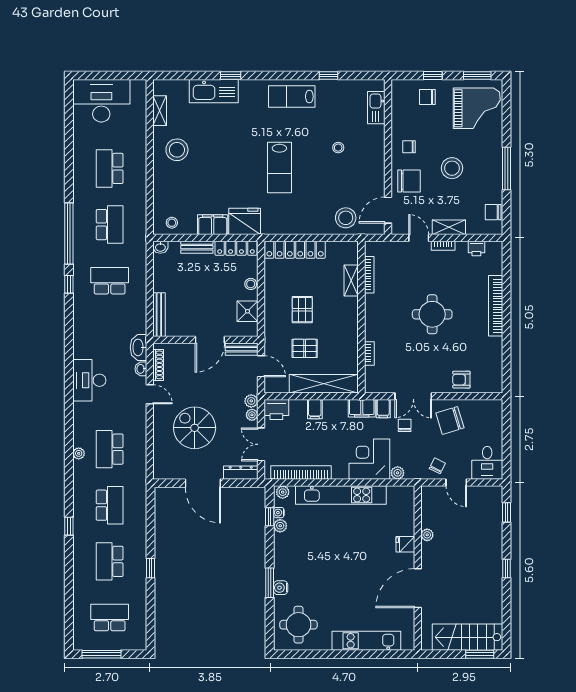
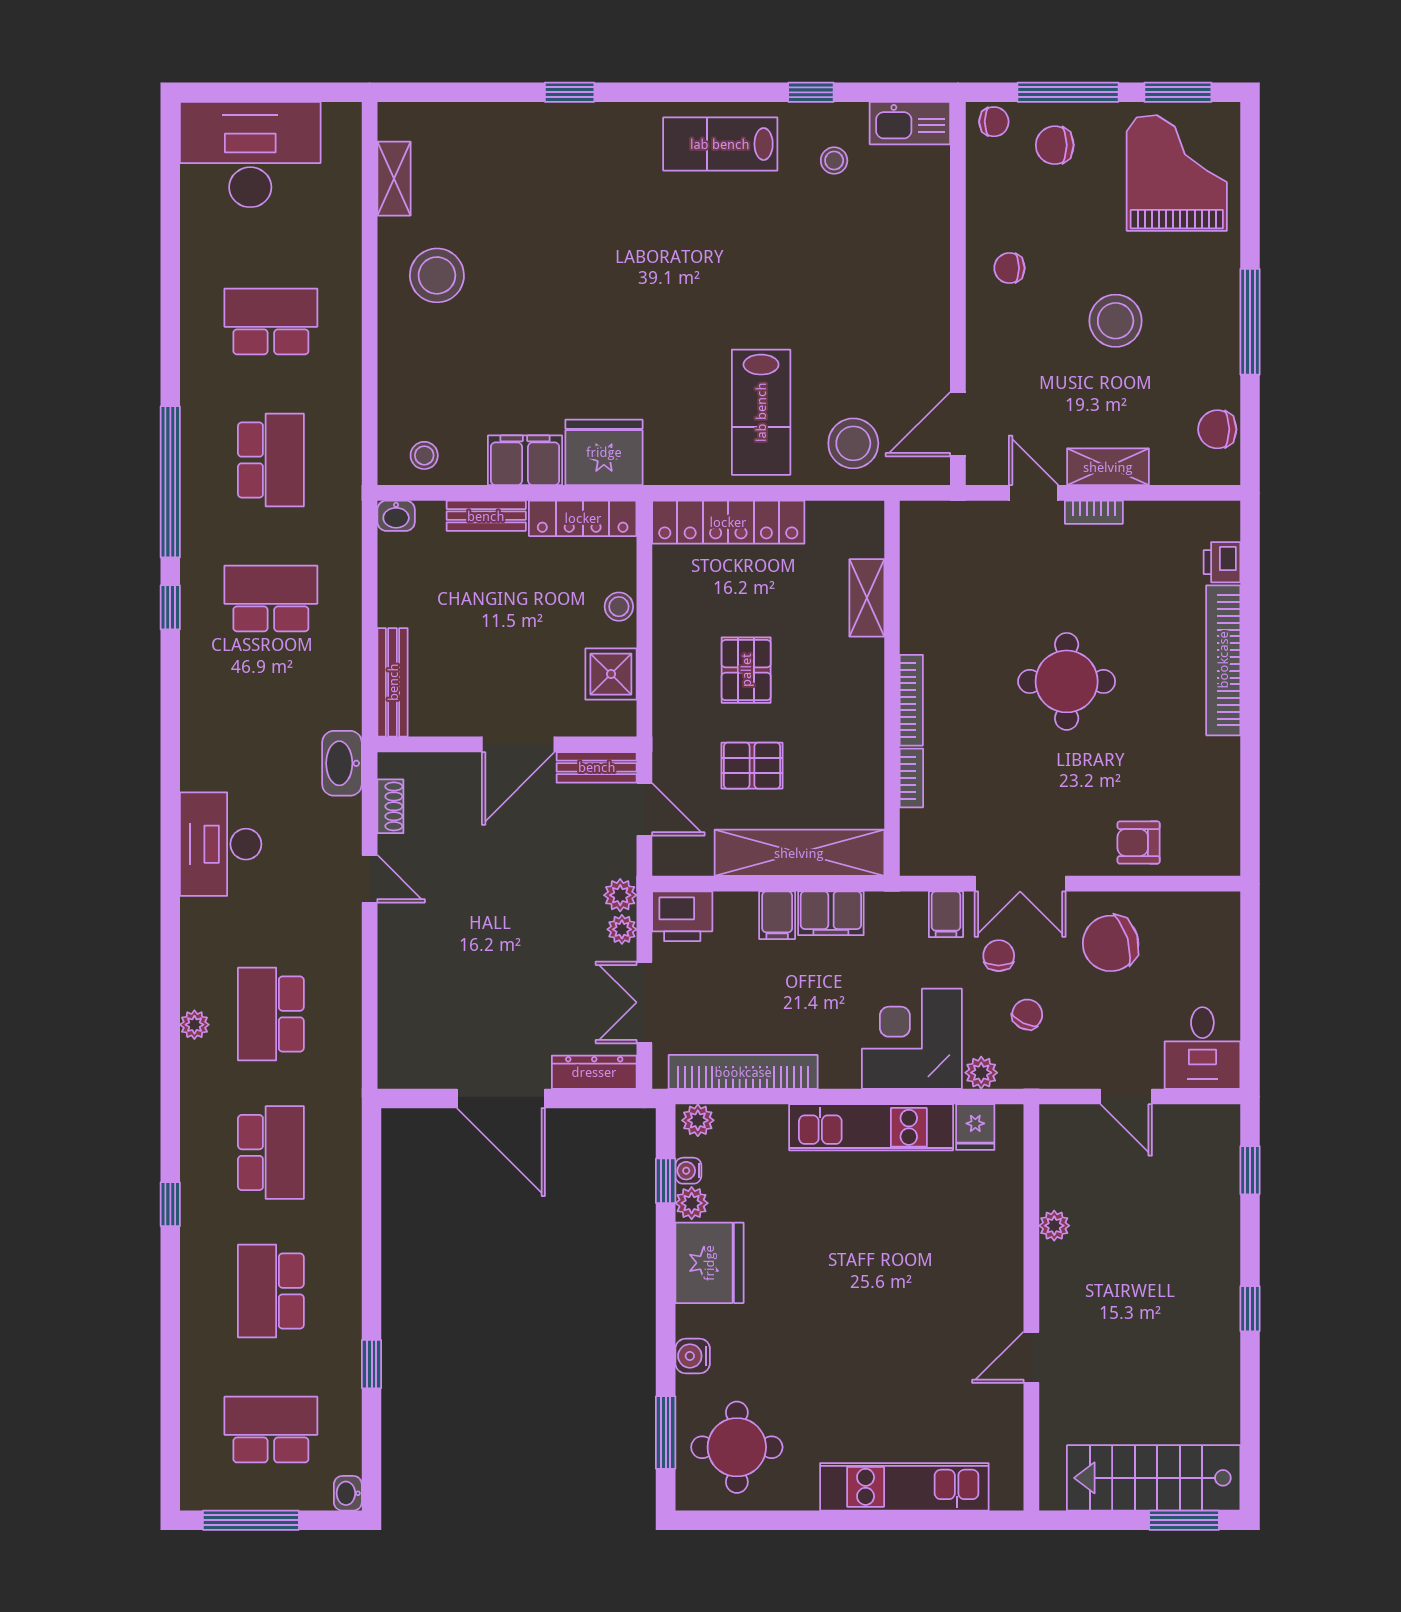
window: (433, 76) -> (1068, 92), width x2.17
kitchen sink: (214, 91) -> (528, 131), removed
kitchen sink: (376, 108) -> (910, 123), moved, turned -90
grand piano: (477, 108) -> (1177, 173), turned -90
stool: (338, 148) -> (834, 161), moved
school desk: (110, 168) -> (271, 321), turned 90
lab bench: (279, 168) -> (761, 412), moved
chair: (409, 181) -> (994, 122), moved, width x0.54, depth x0.54
printer: (476, 248) -> (1222, 562), moved, turned 90
bookcase: (369, 275) -> (911, 700), moved
shoe rack: (158, 365) -> (390, 806), width x0.70
washbasin: (141, 369) -> (348, 1493), moved
filing cabinet: (362, 408) -> (831, 913), moved
spiral stairs: (195, 428) -> (480, 962), removed
chair: (437, 466) -> (1027, 1014), moved
kitchen unit: (341, 495) -> (871, 1127), width x0.73
fridge: (405, 544) -> (975, 1127), moved, turned -90
fridge: (287, 550) -> (709, 1263), added
window: (150, 568) -> (372, 1364), moved
window: (270, 583) -> (666, 1433), moved
door: (418, 588) -> (1031, 1357), width x0.53

